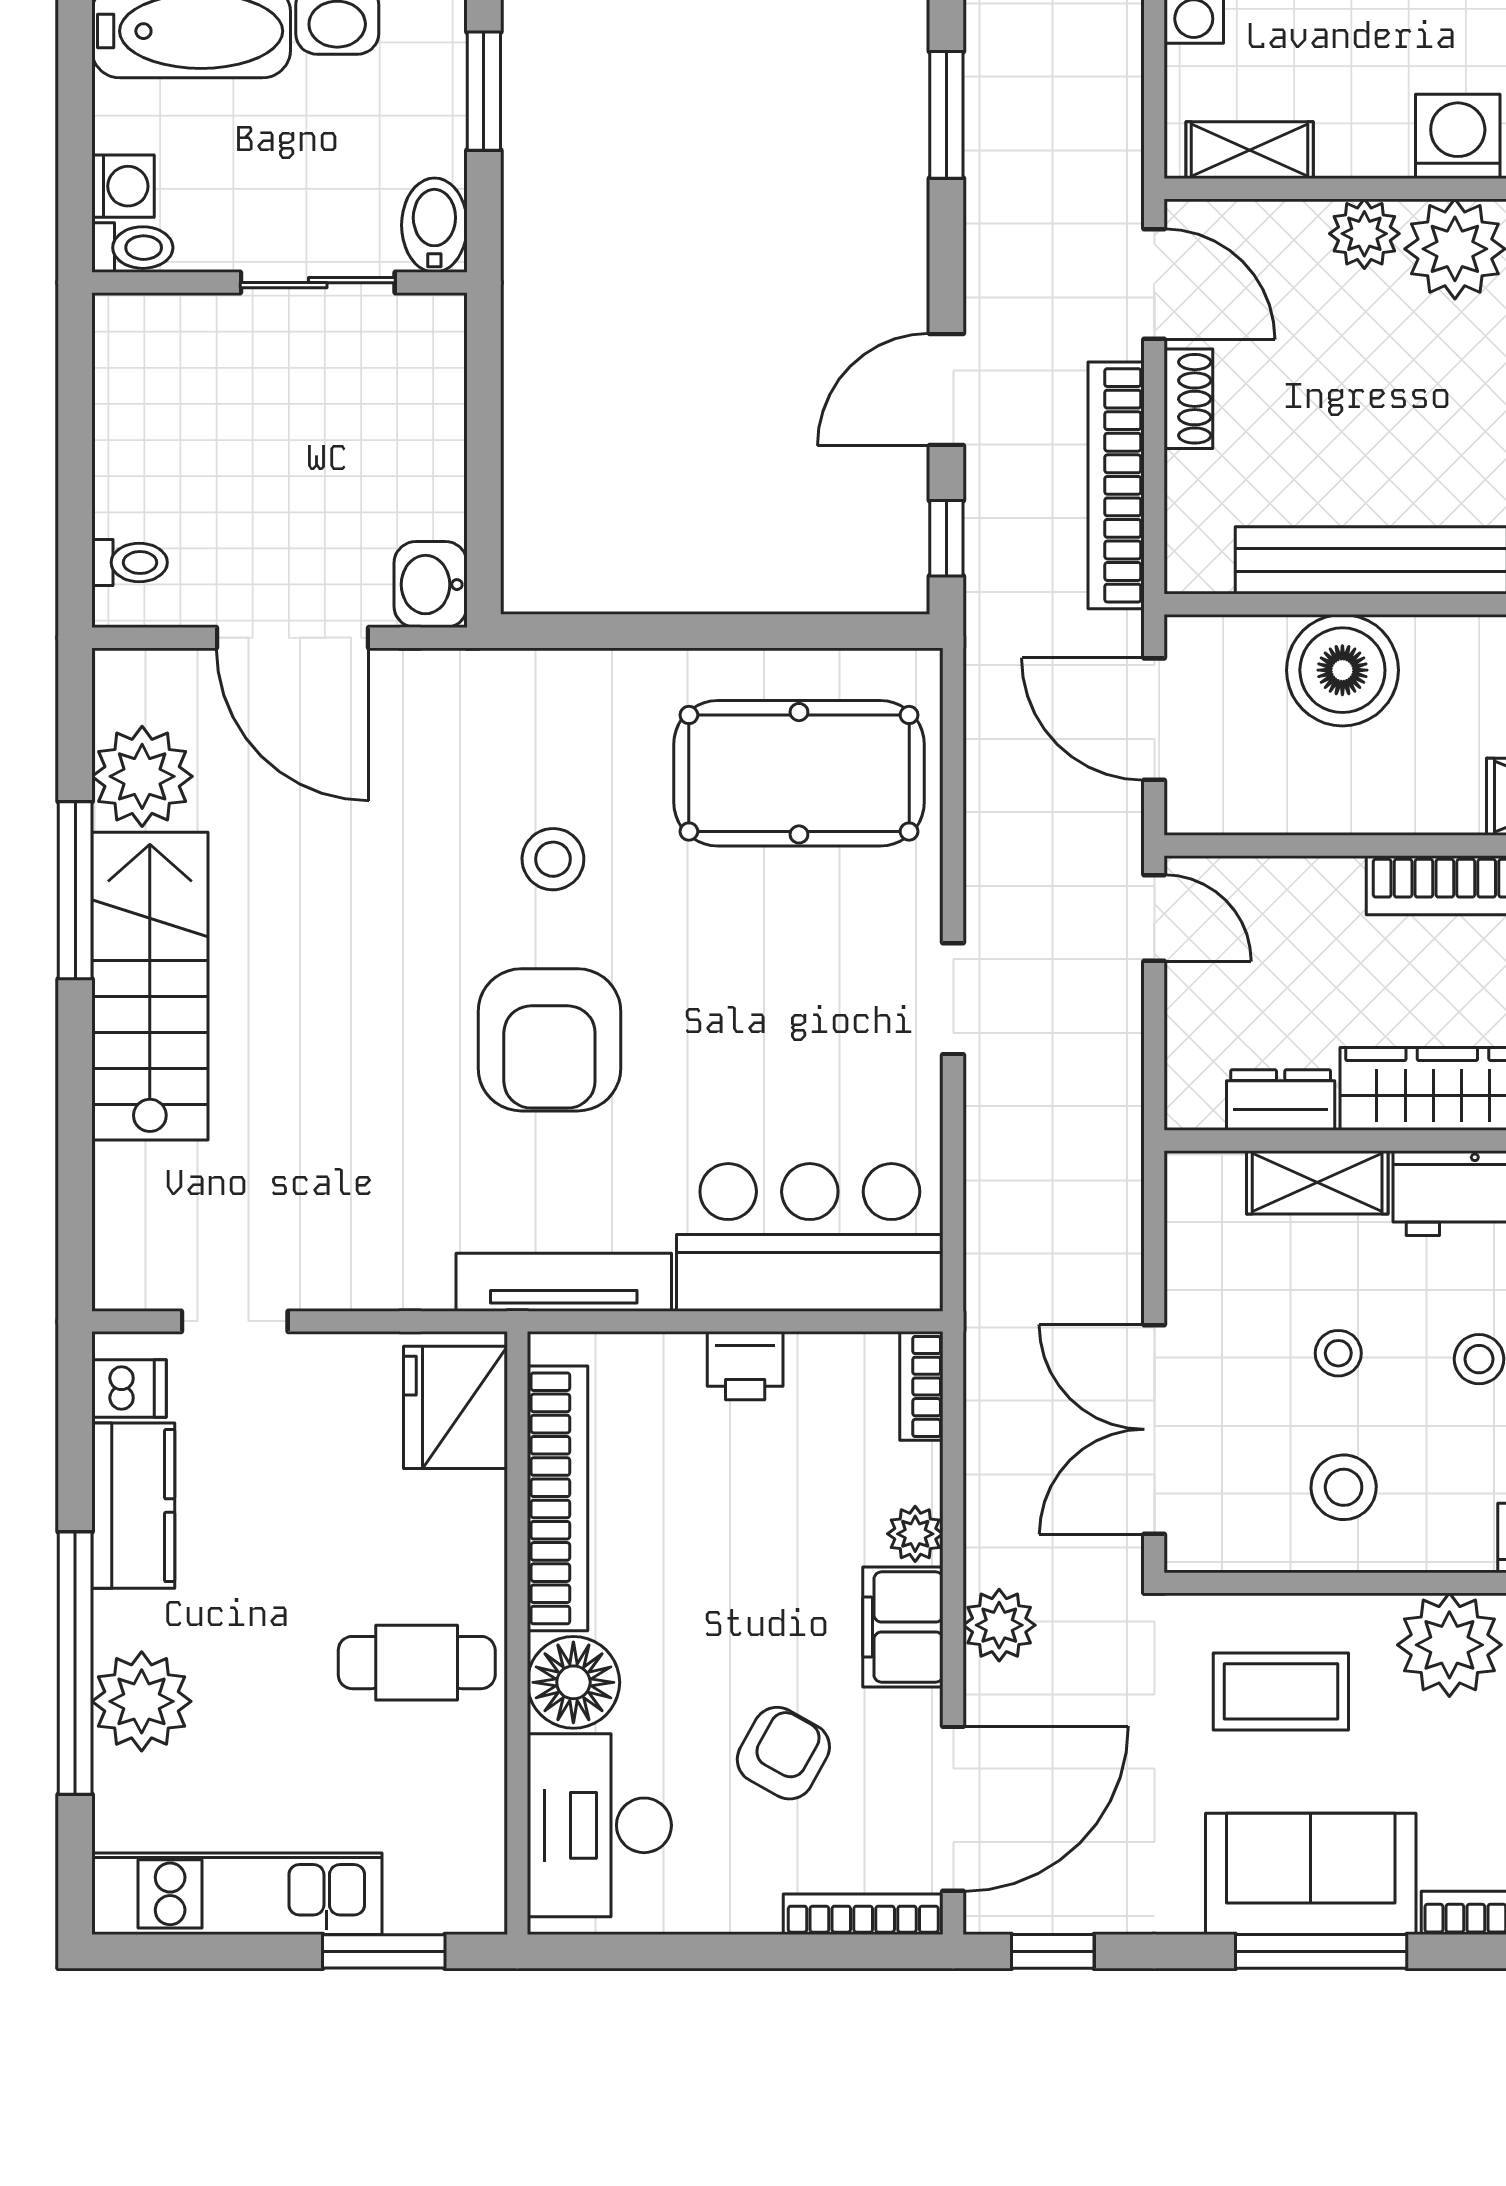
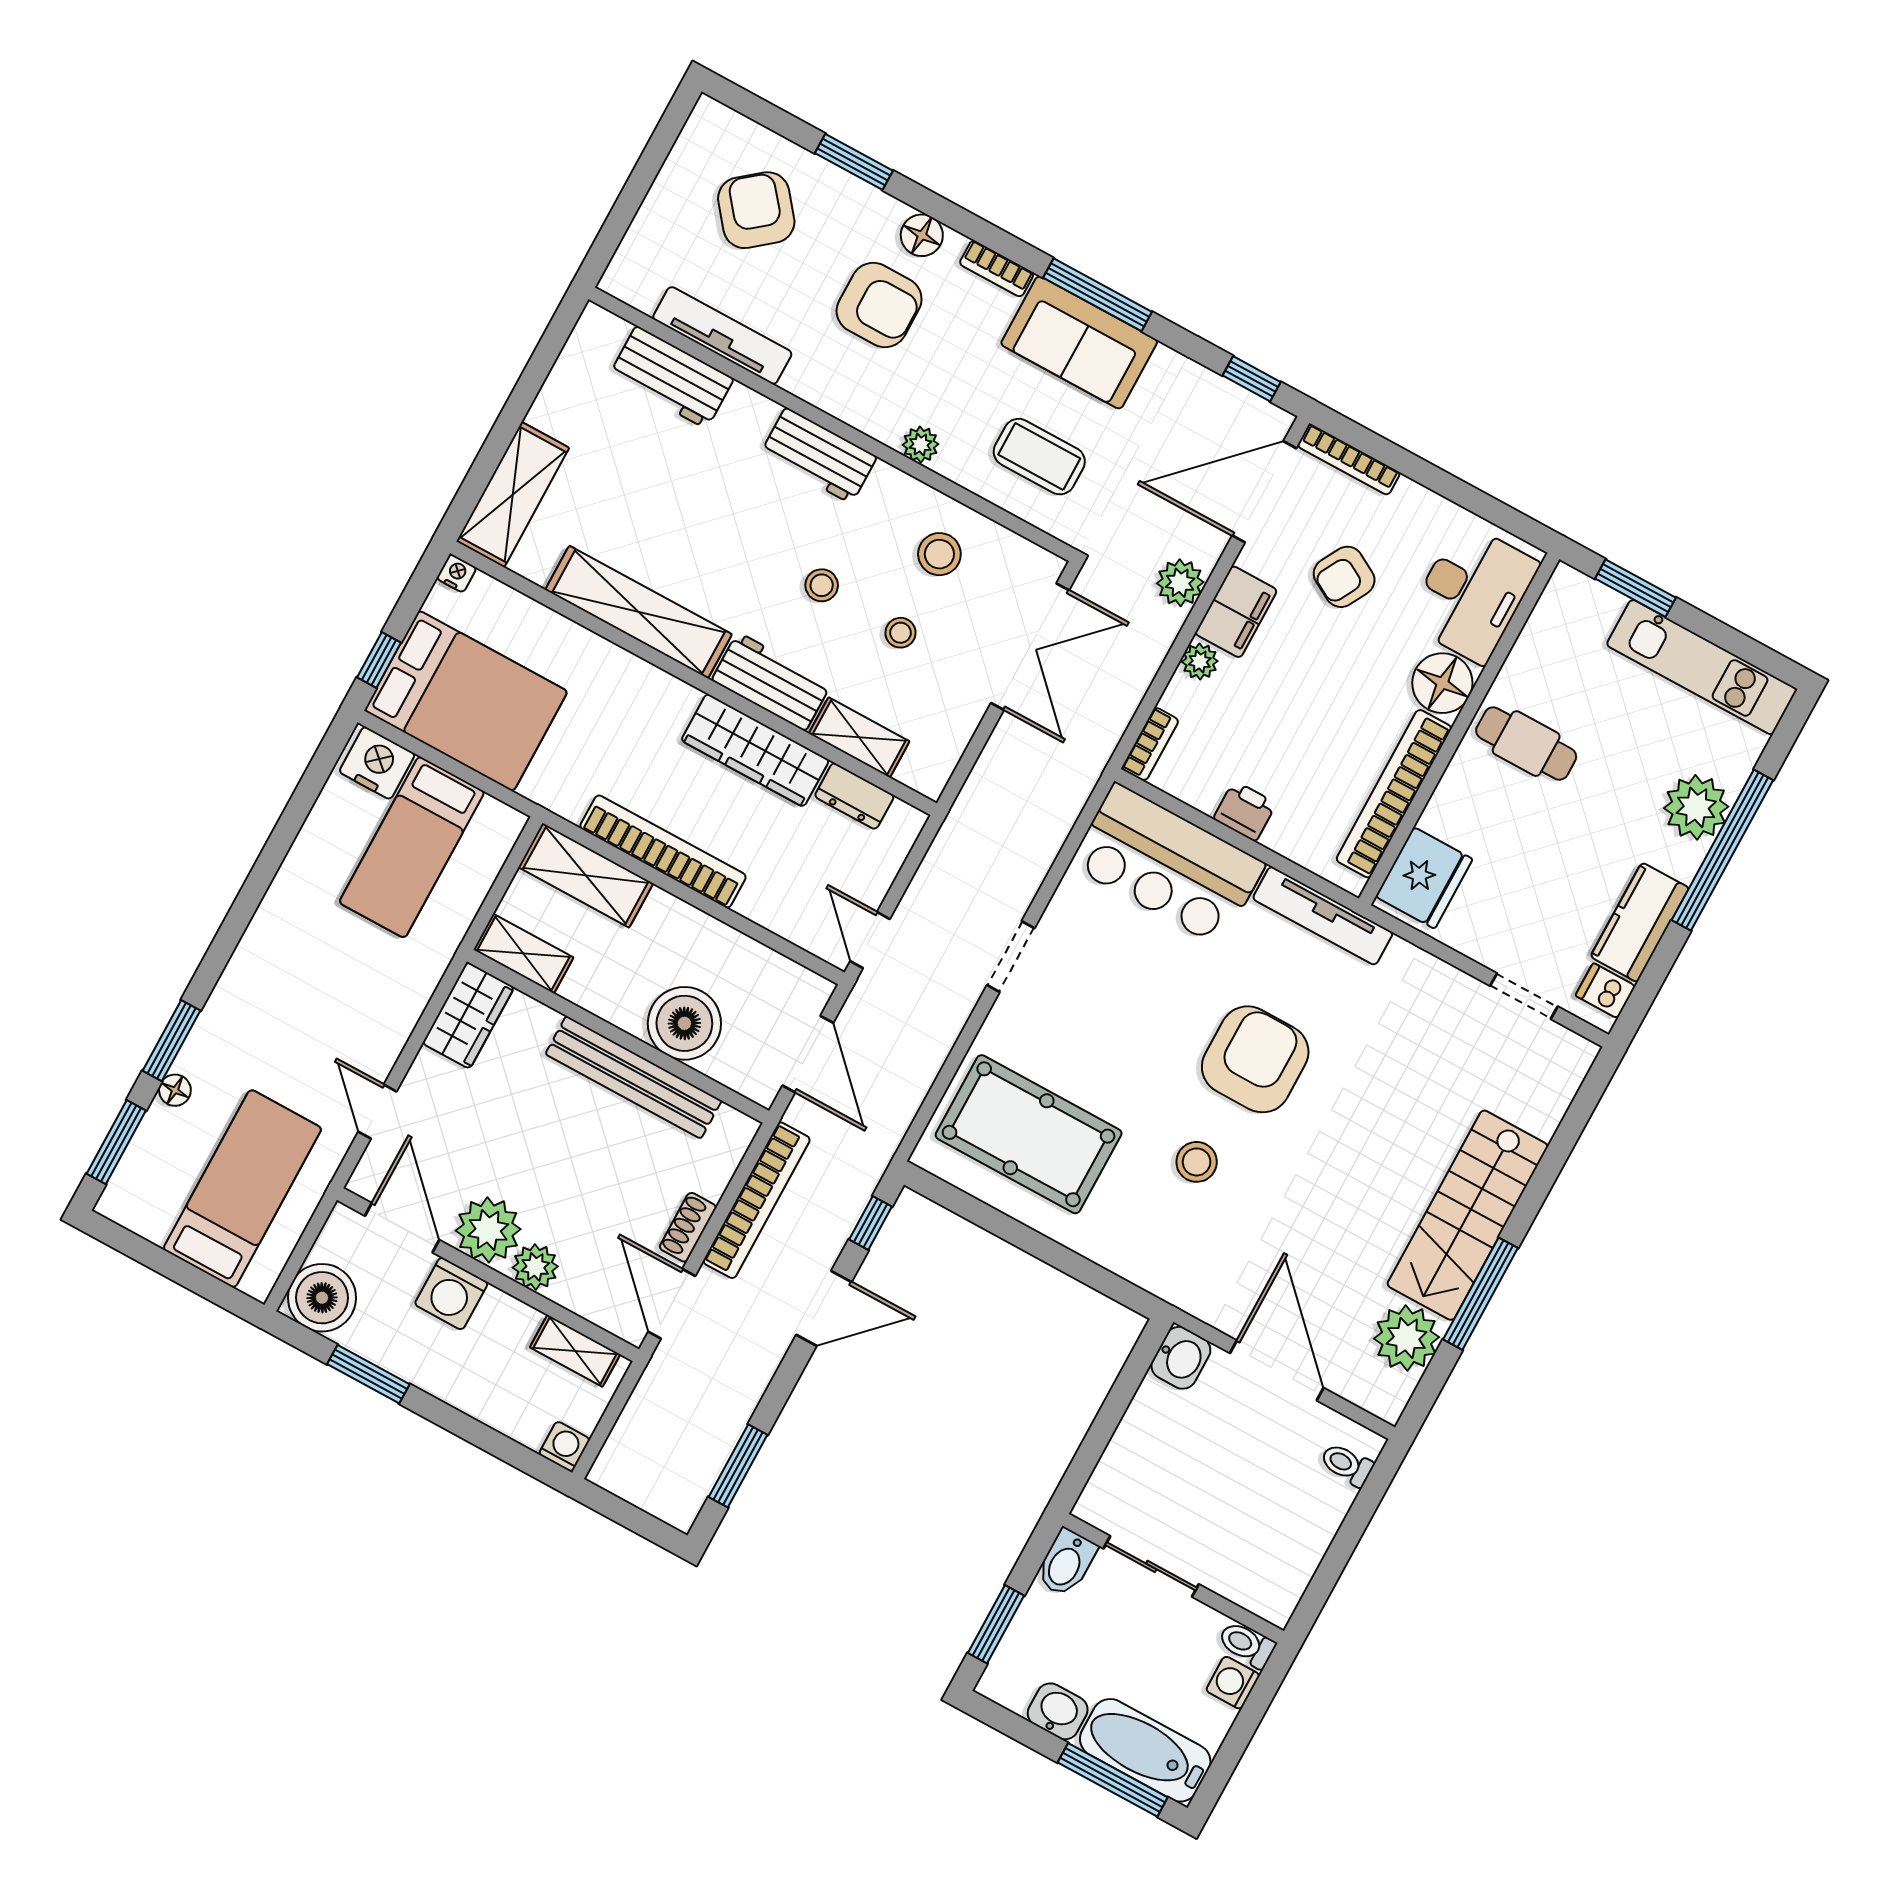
plant: (1449, 1645) -> (920, 445), width x0.53, depth x0.53

